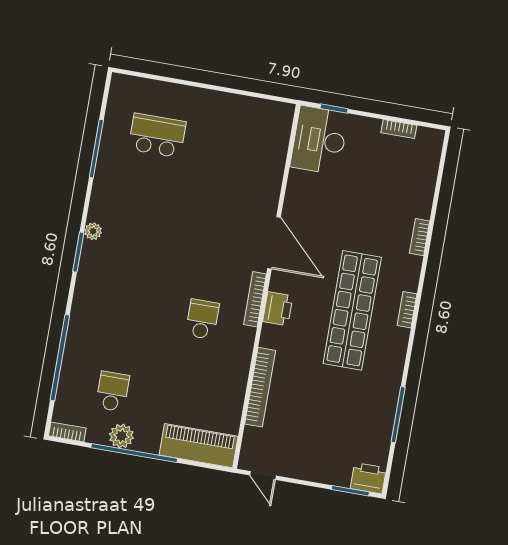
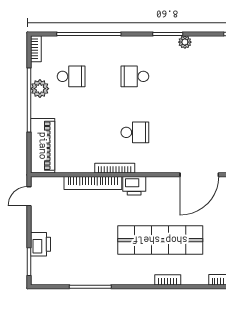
bookcase: (255, 299) -> (115, 168), moved
school desk: (127, 306) -> (135, 76), added
printer: (278, 309) -> (134, 186), moved
printer: (368, 478) -> (41, 244), moved

